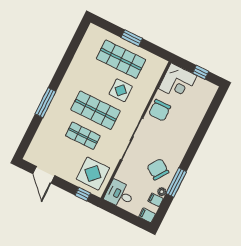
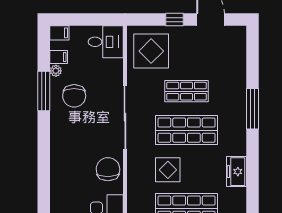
freezer: (76, 67) -> (236, 172), added
chair: (158, 169) -> (74, 96), turned 55
window: (83, 194) -> (174, 20), moved

